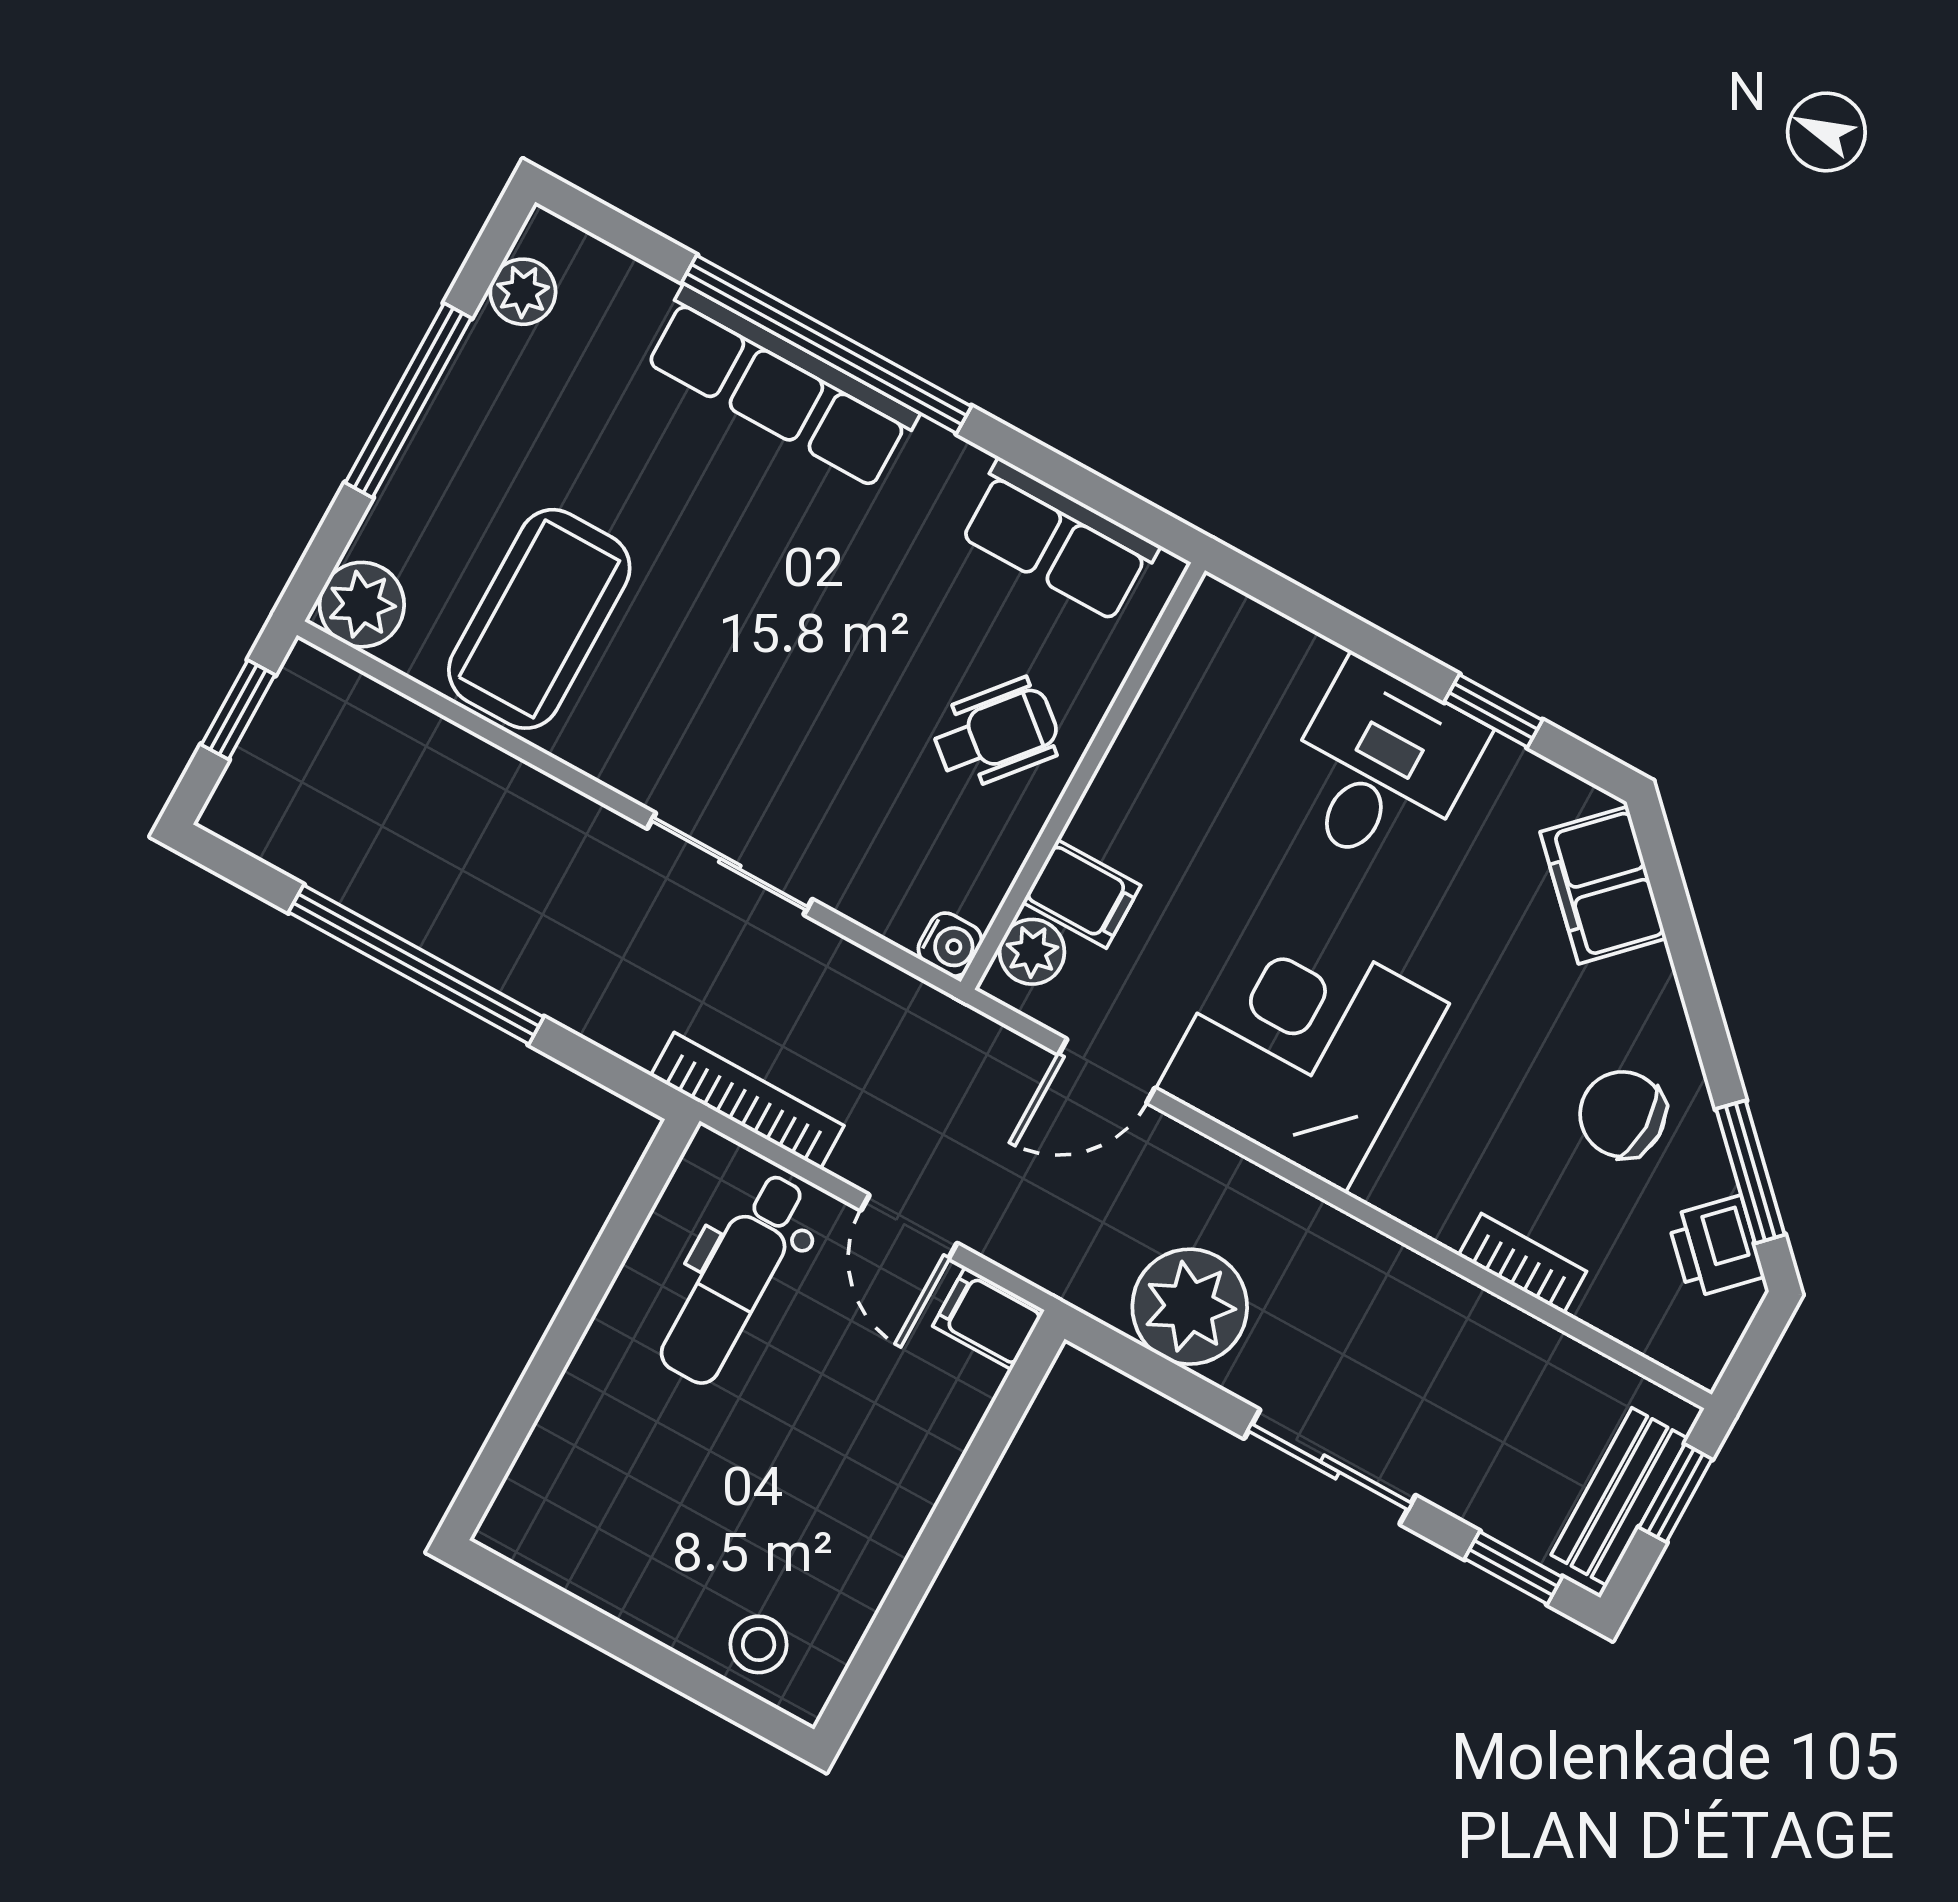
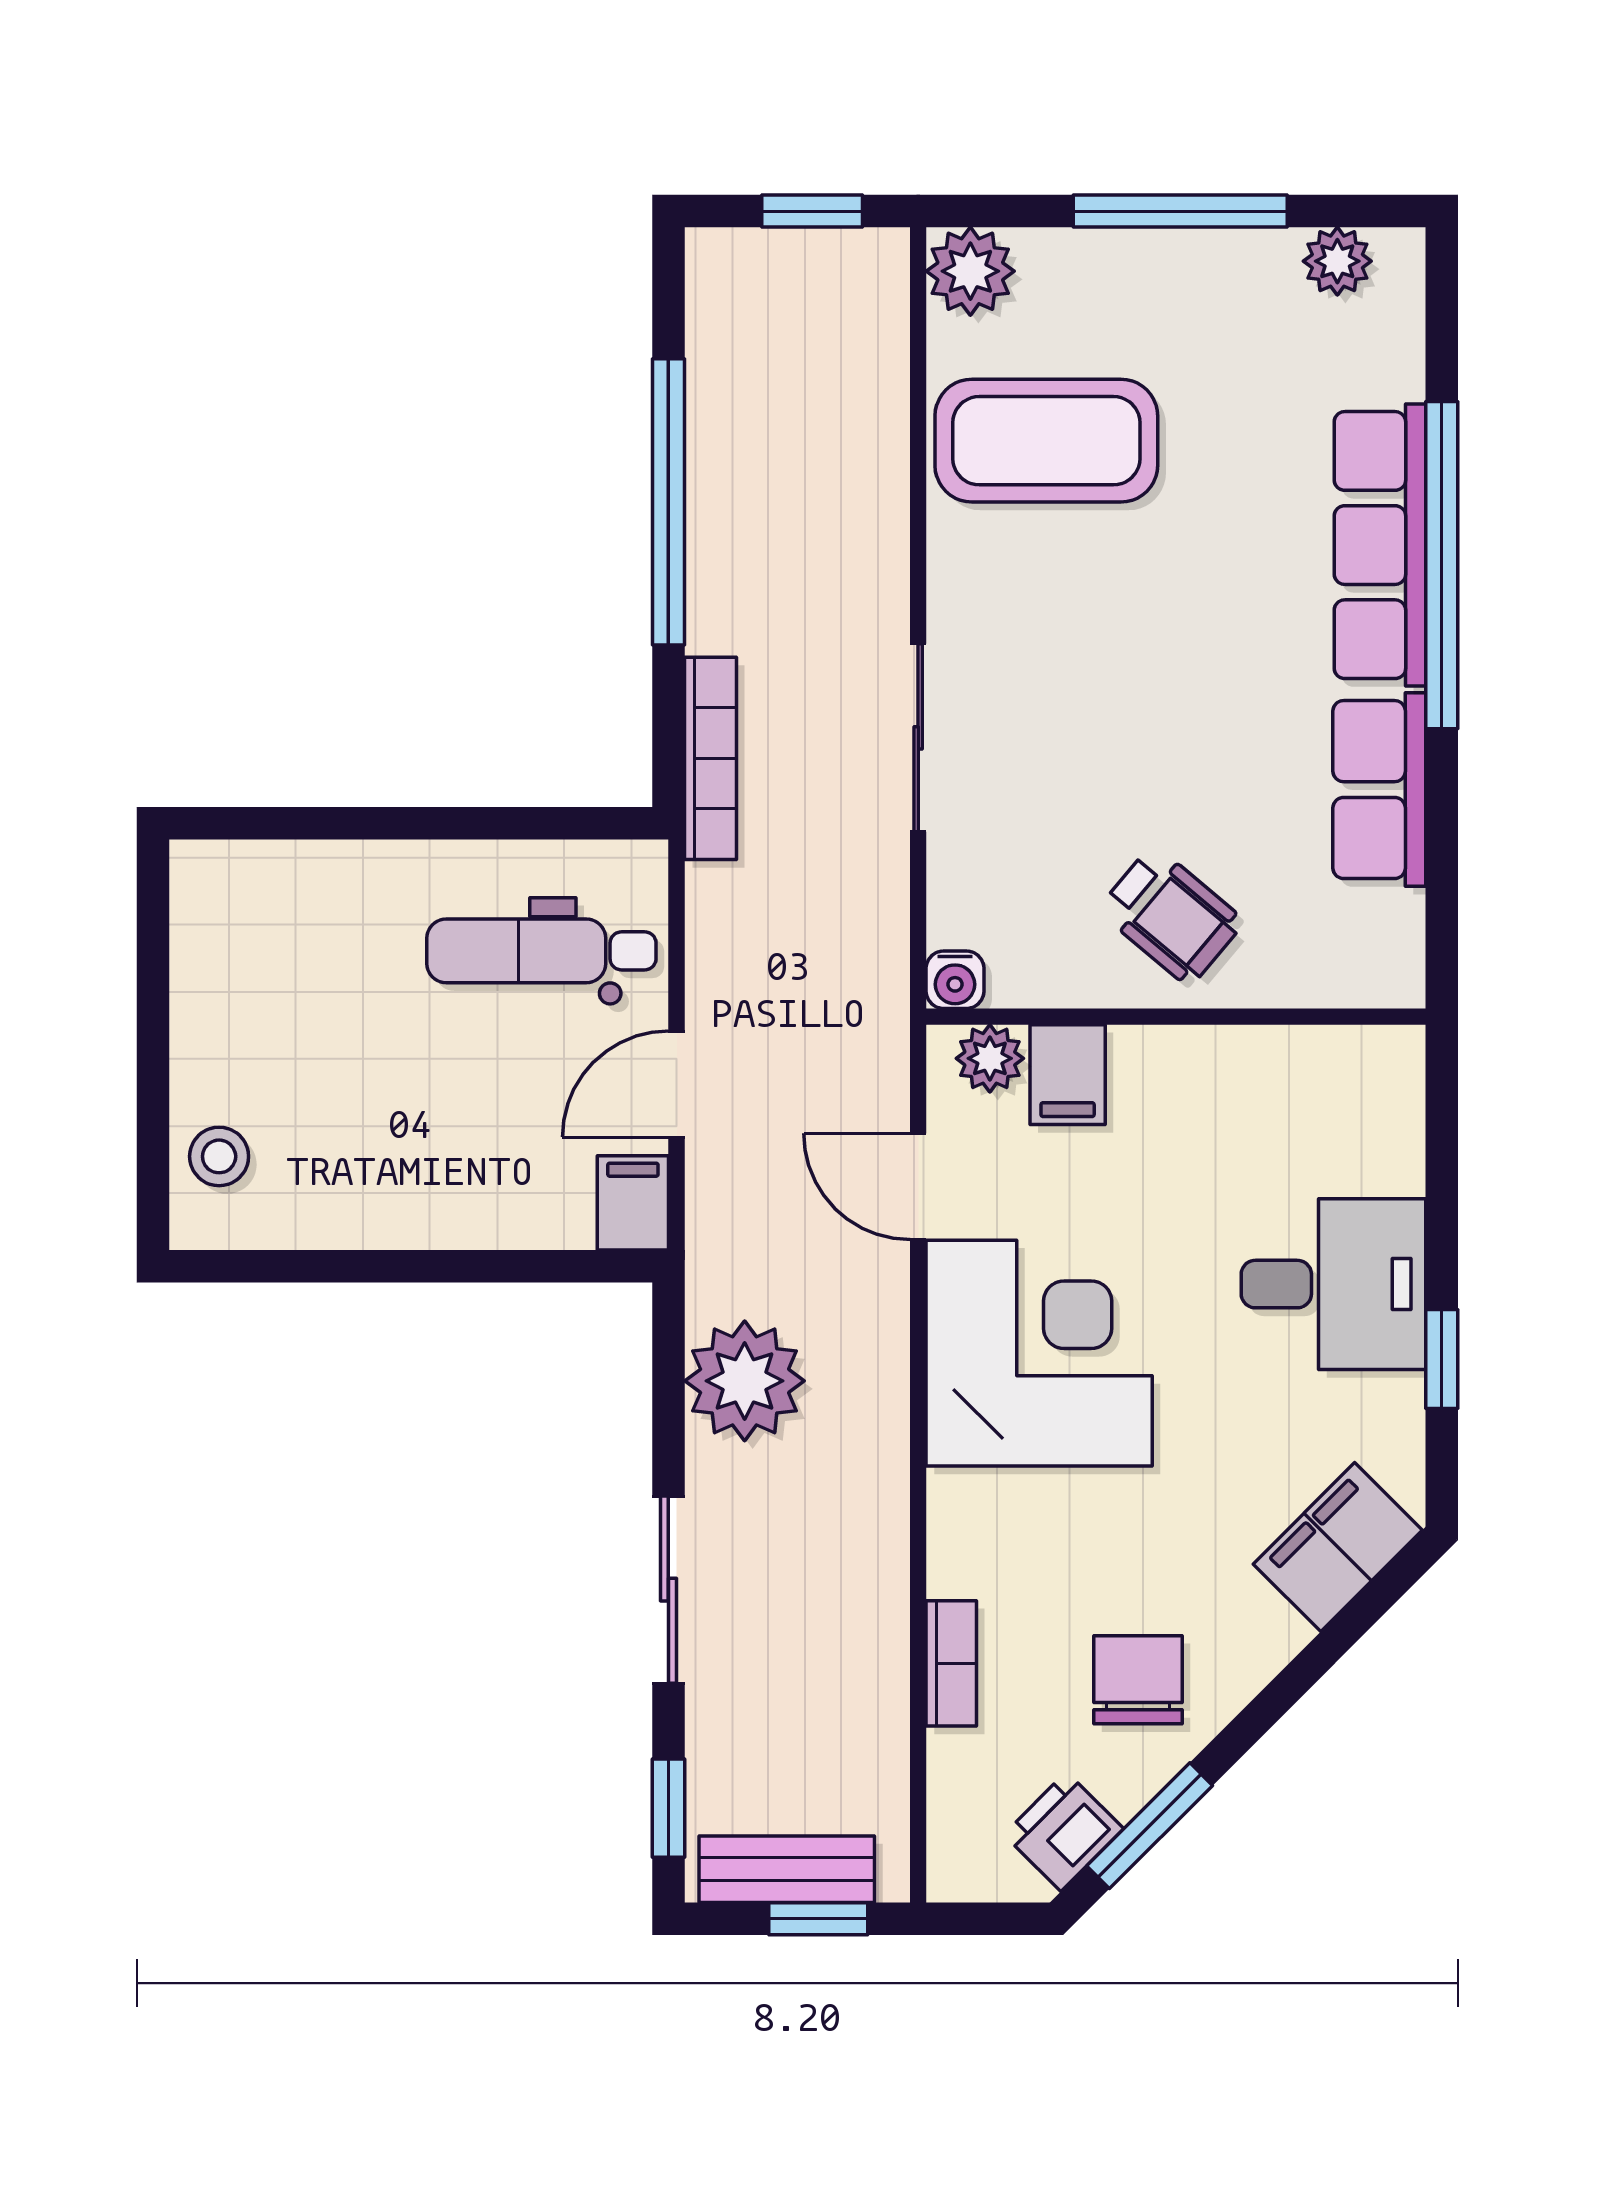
row of seats: (1059, 540) -> (1379, 790), moved
bookcase: (747, 1101) -> (710, 758), moved

